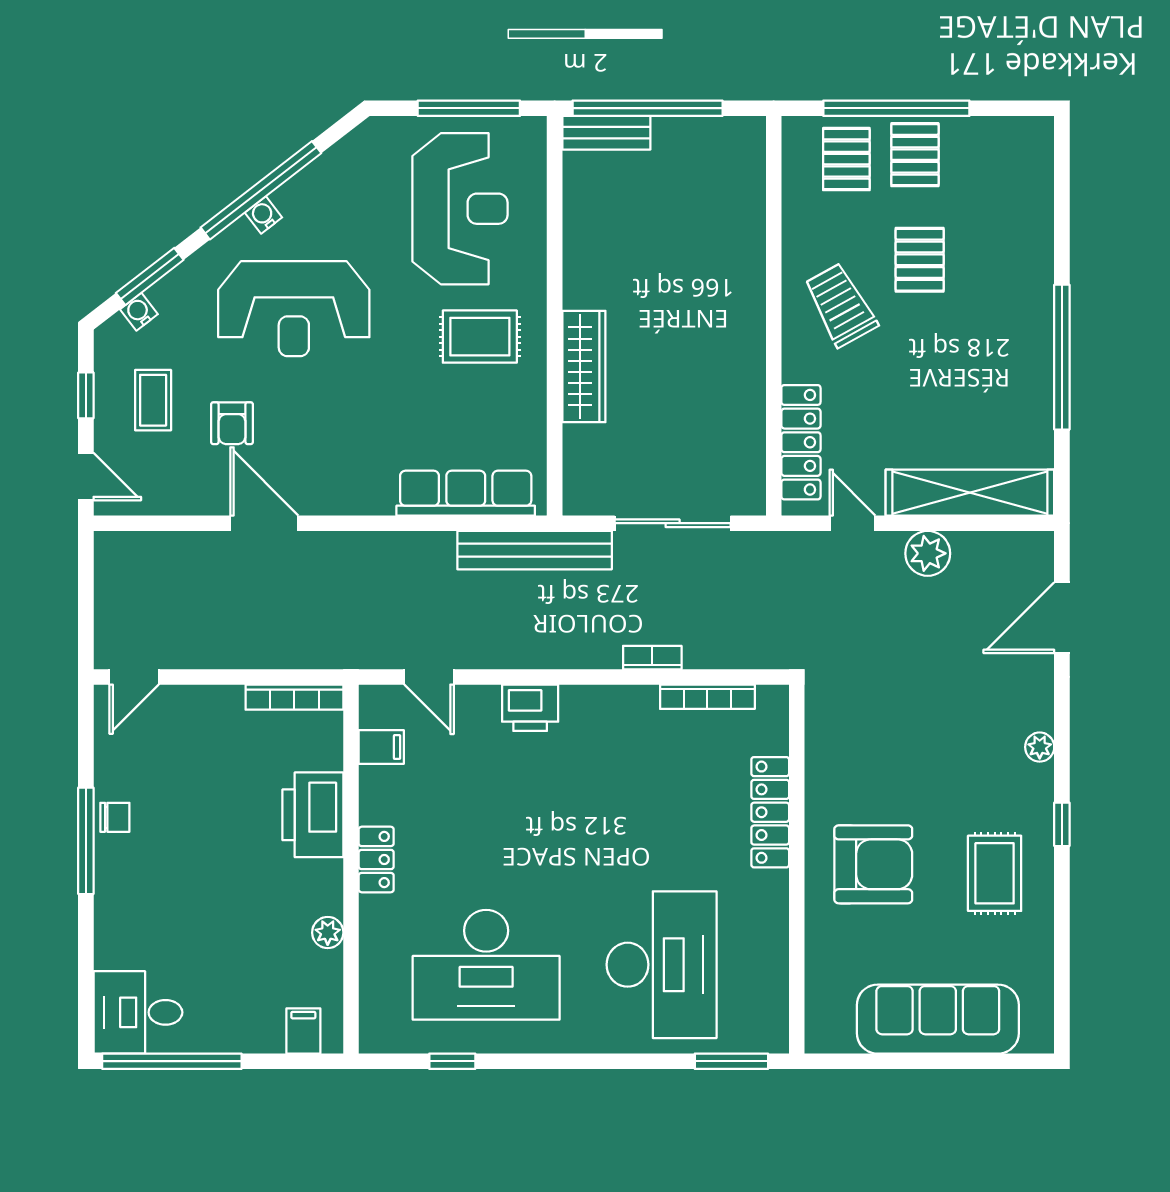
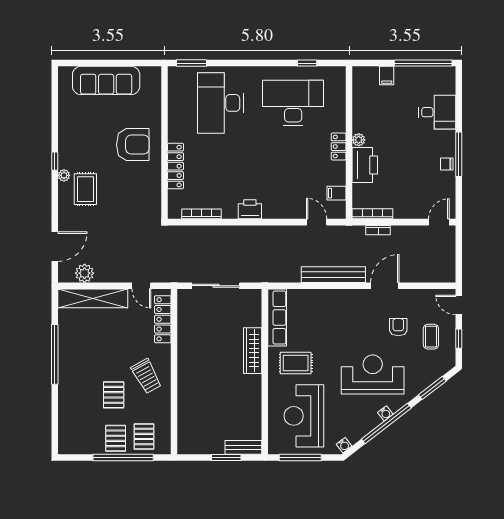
window: (648, 108) -> (226, 458), width x0.47
water cooler: (139, 312) -> (344, 445), moved
row of seats: (466, 493) -> (277, 318), moved, turned -90
door: (264, 523) -> (385, 286), swing flipped
bench: (535, 550) -> (333, 275), moved
plant: (928, 553) -> (85, 273), moved
bookcase: (652, 658) -> (378, 230), moved
printer: (530, 708) -> (250, 209), moved
plant: (1040, 747) -> (64, 175), moved
armchair: (873, 864) -> (133, 145), turned 180
rug: (995, 873) -> (85, 189), moved
plant: (328, 933) -> (359, 140), moved
desk: (138, 1012) -> (437, 112), moved
filing cabinet: (303, 1031) -> (387, 76), moved

